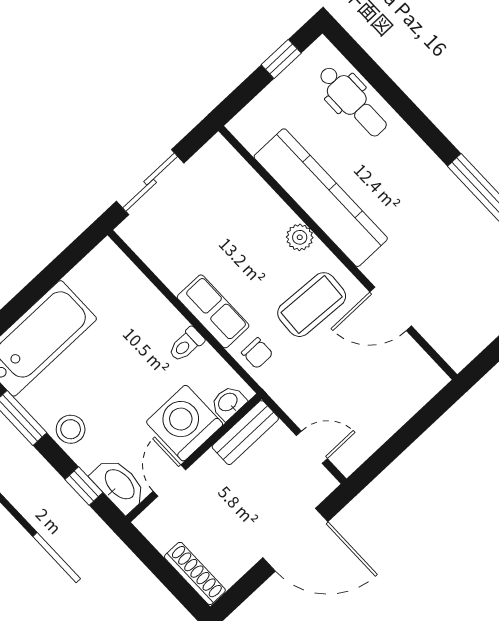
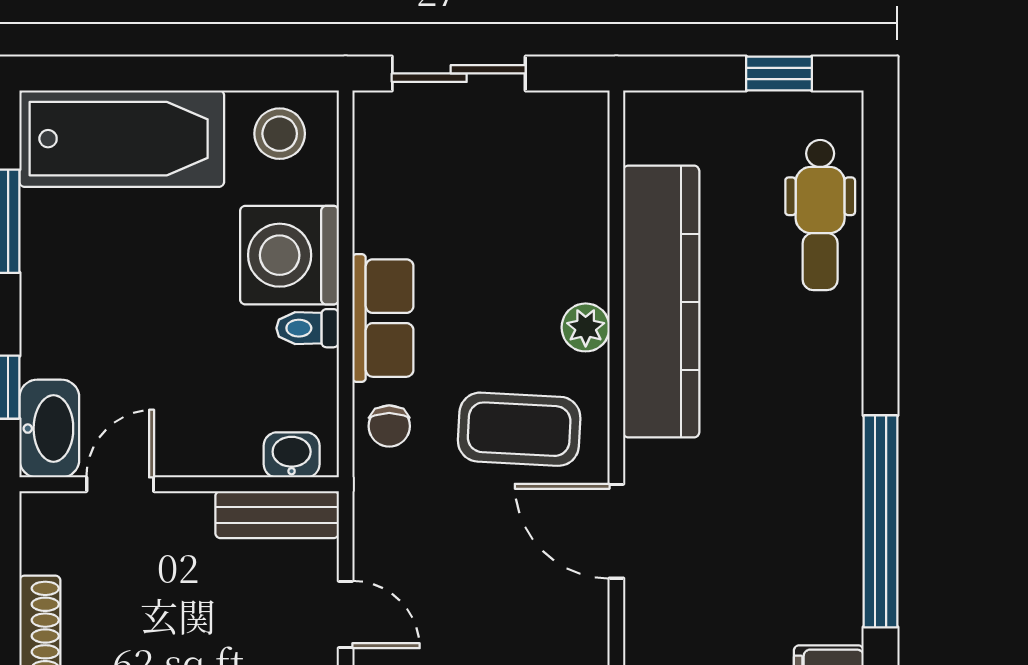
washing machine: (185, 423) -> (289, 255), moved, turned -90
stool: (71, 429) -> (280, 134), moved

